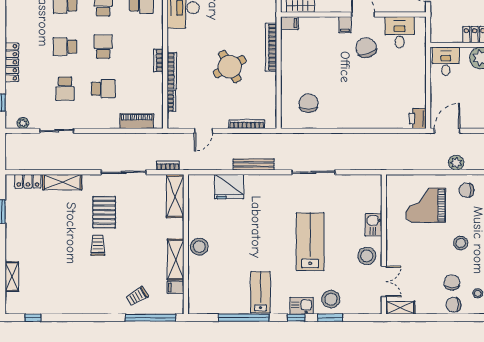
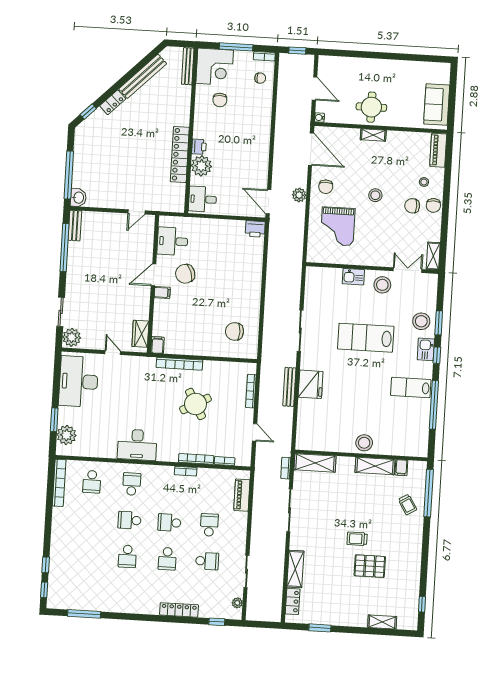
fridge: (229, 187) -> (311, 384), moved
pallet: (104, 212) -> (370, 566), moved

